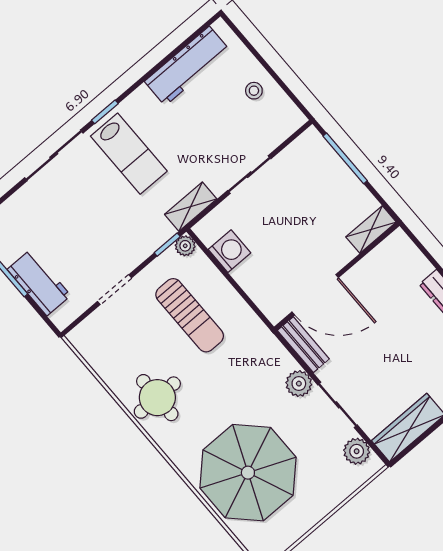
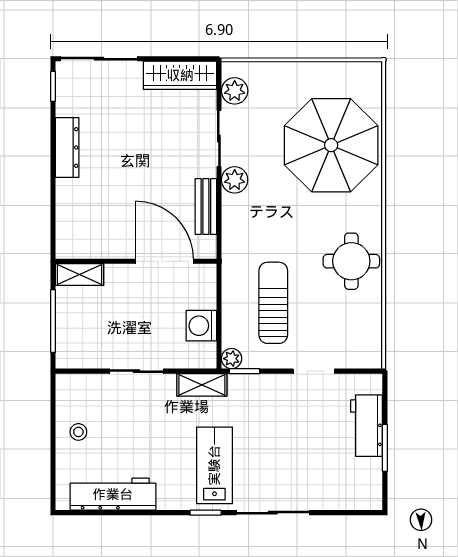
shelving: (371, 230) -> (80, 275), moved
wall: (337, 276) -> (136, 261), moved
door: (315, 295) -> (164, 261), moved

